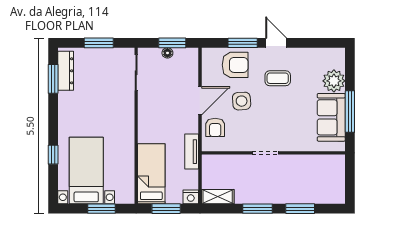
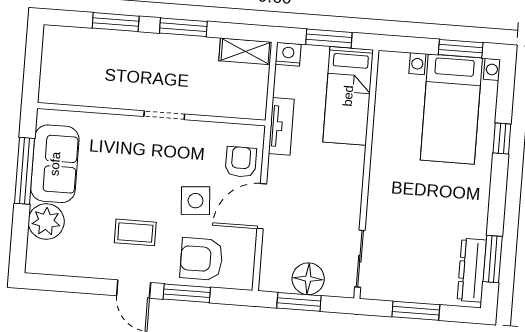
floor lamp: (167, 53) -> (308, 279), width x1.89, depth x1.89
window: (102, 209) -> (461, 49), moved

